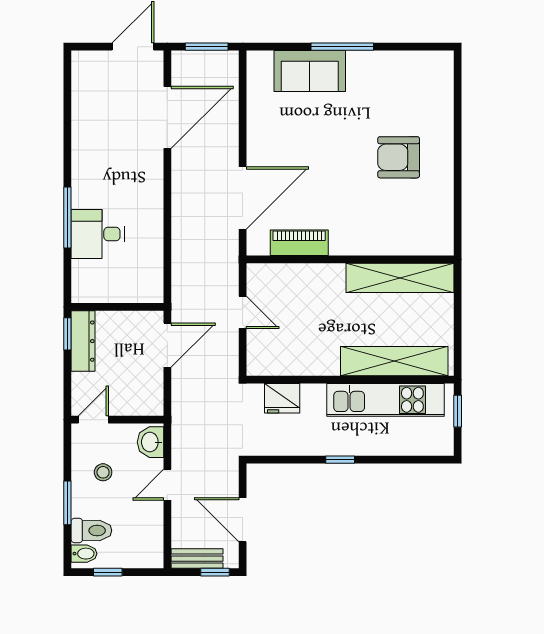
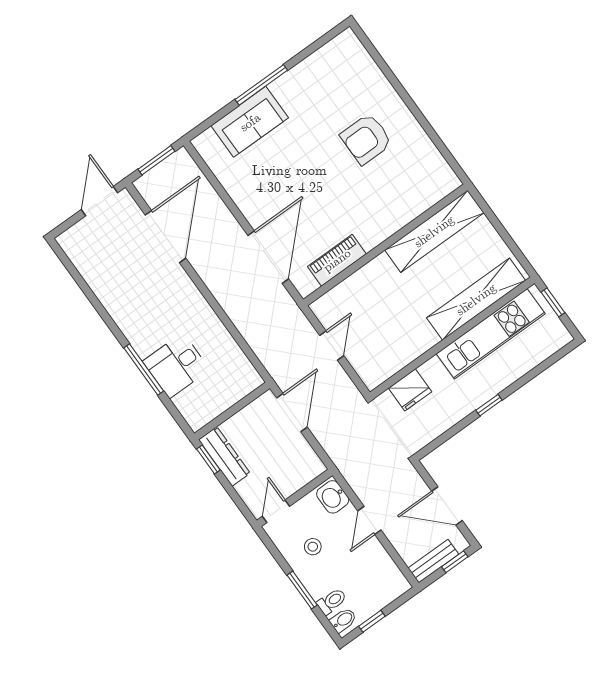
door: (243, 312) -> (332, 345), hinge flipped
toilet: (91, 530) -> (332, 601), width x0.73, depth x0.72

